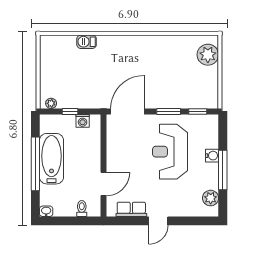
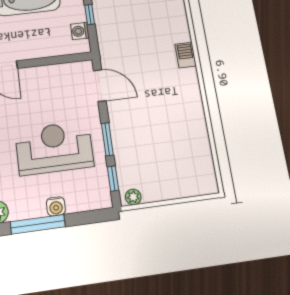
barbecue: (87, 42) -> (186, 55), moved
plant: (208, 55) -> (133, 197), moved, width x0.53, depth x0.53
door: (127, 112) -> (100, 86), width x0.73

